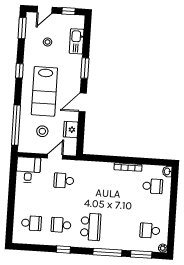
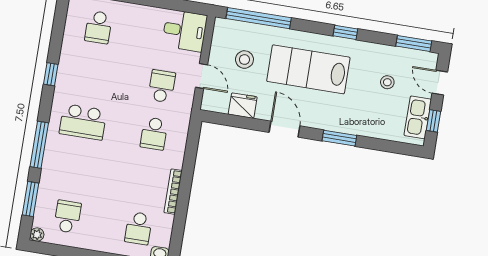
kitchen sink: (77, 41) -> (418, 117), moved, turned -90
school desk: (61, 225) -> (154, 134), moved, turned 180

